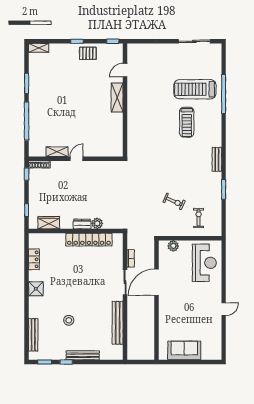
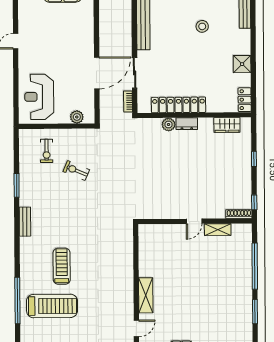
wardrobe: (49, 223) -> (227, 125), moved
plant: (97, 223) -> (169, 125), moved
dresser: (82, 224) -> (187, 124), moved
wall: (76, 231) -> (194, 115), moved
locker: (89, 240) -> (178, 105), moved

